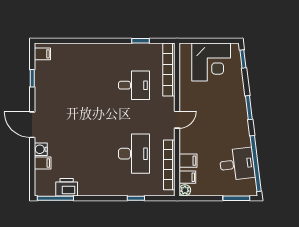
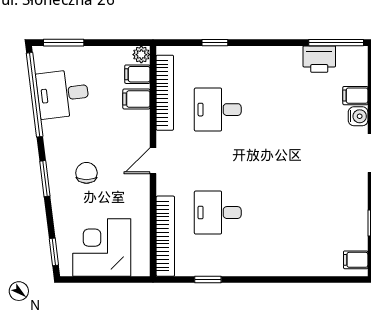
chair: (221, 112) -> (86, 173), added
desk: (134, 154) -> (218, 110), width x0.73

